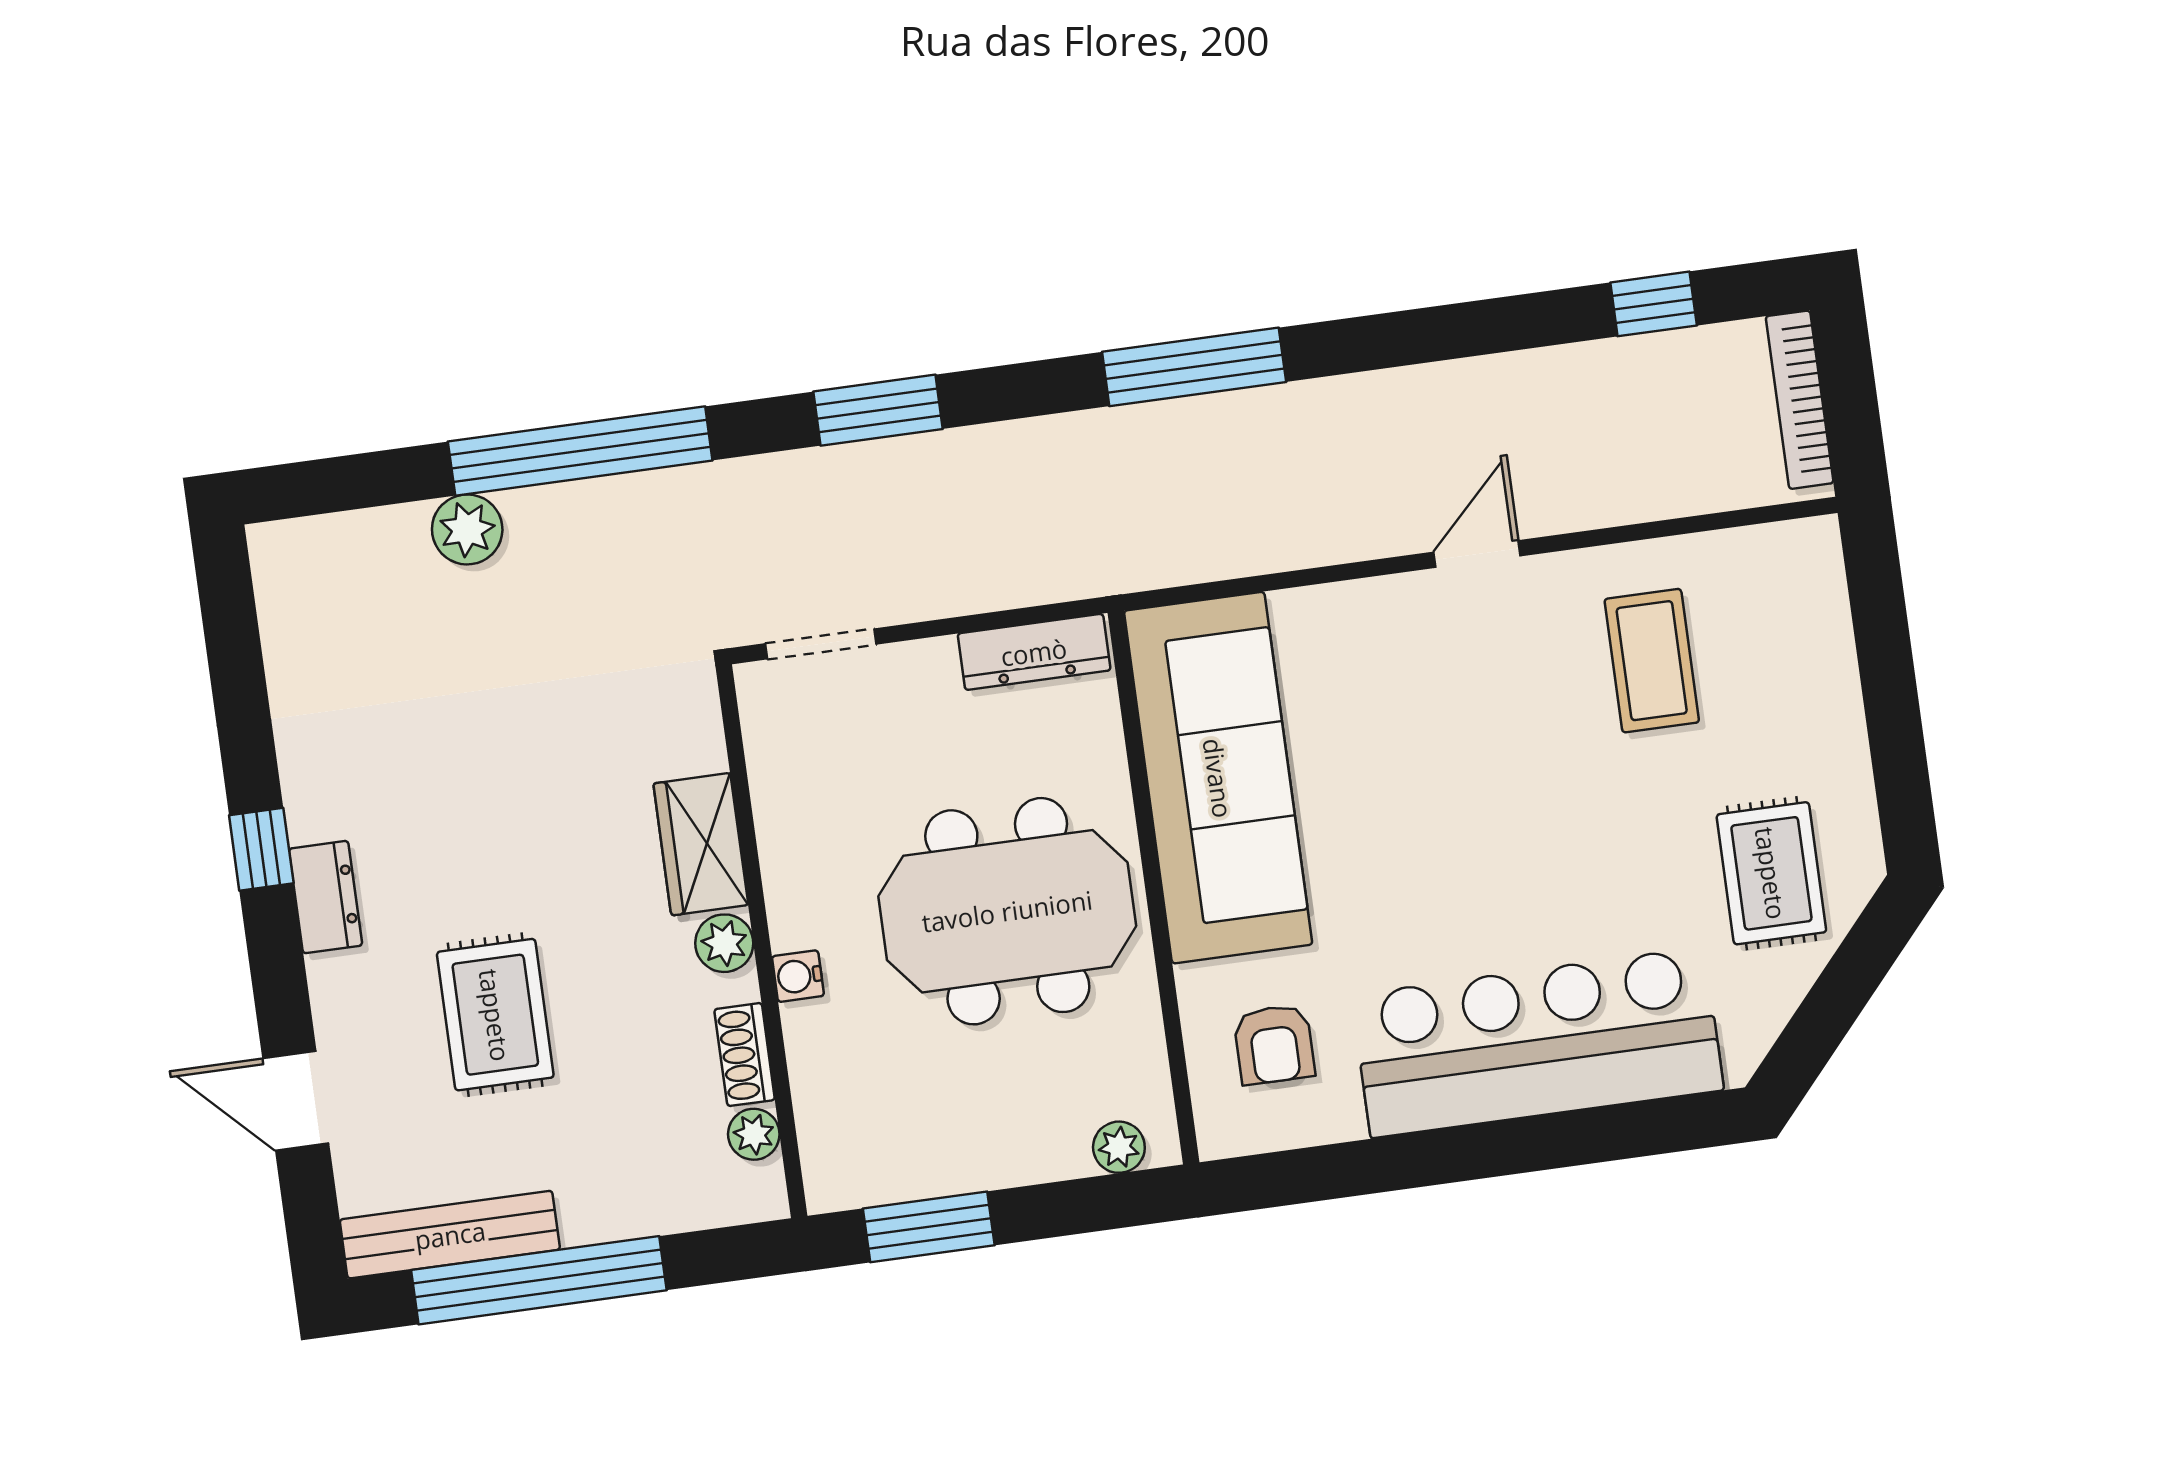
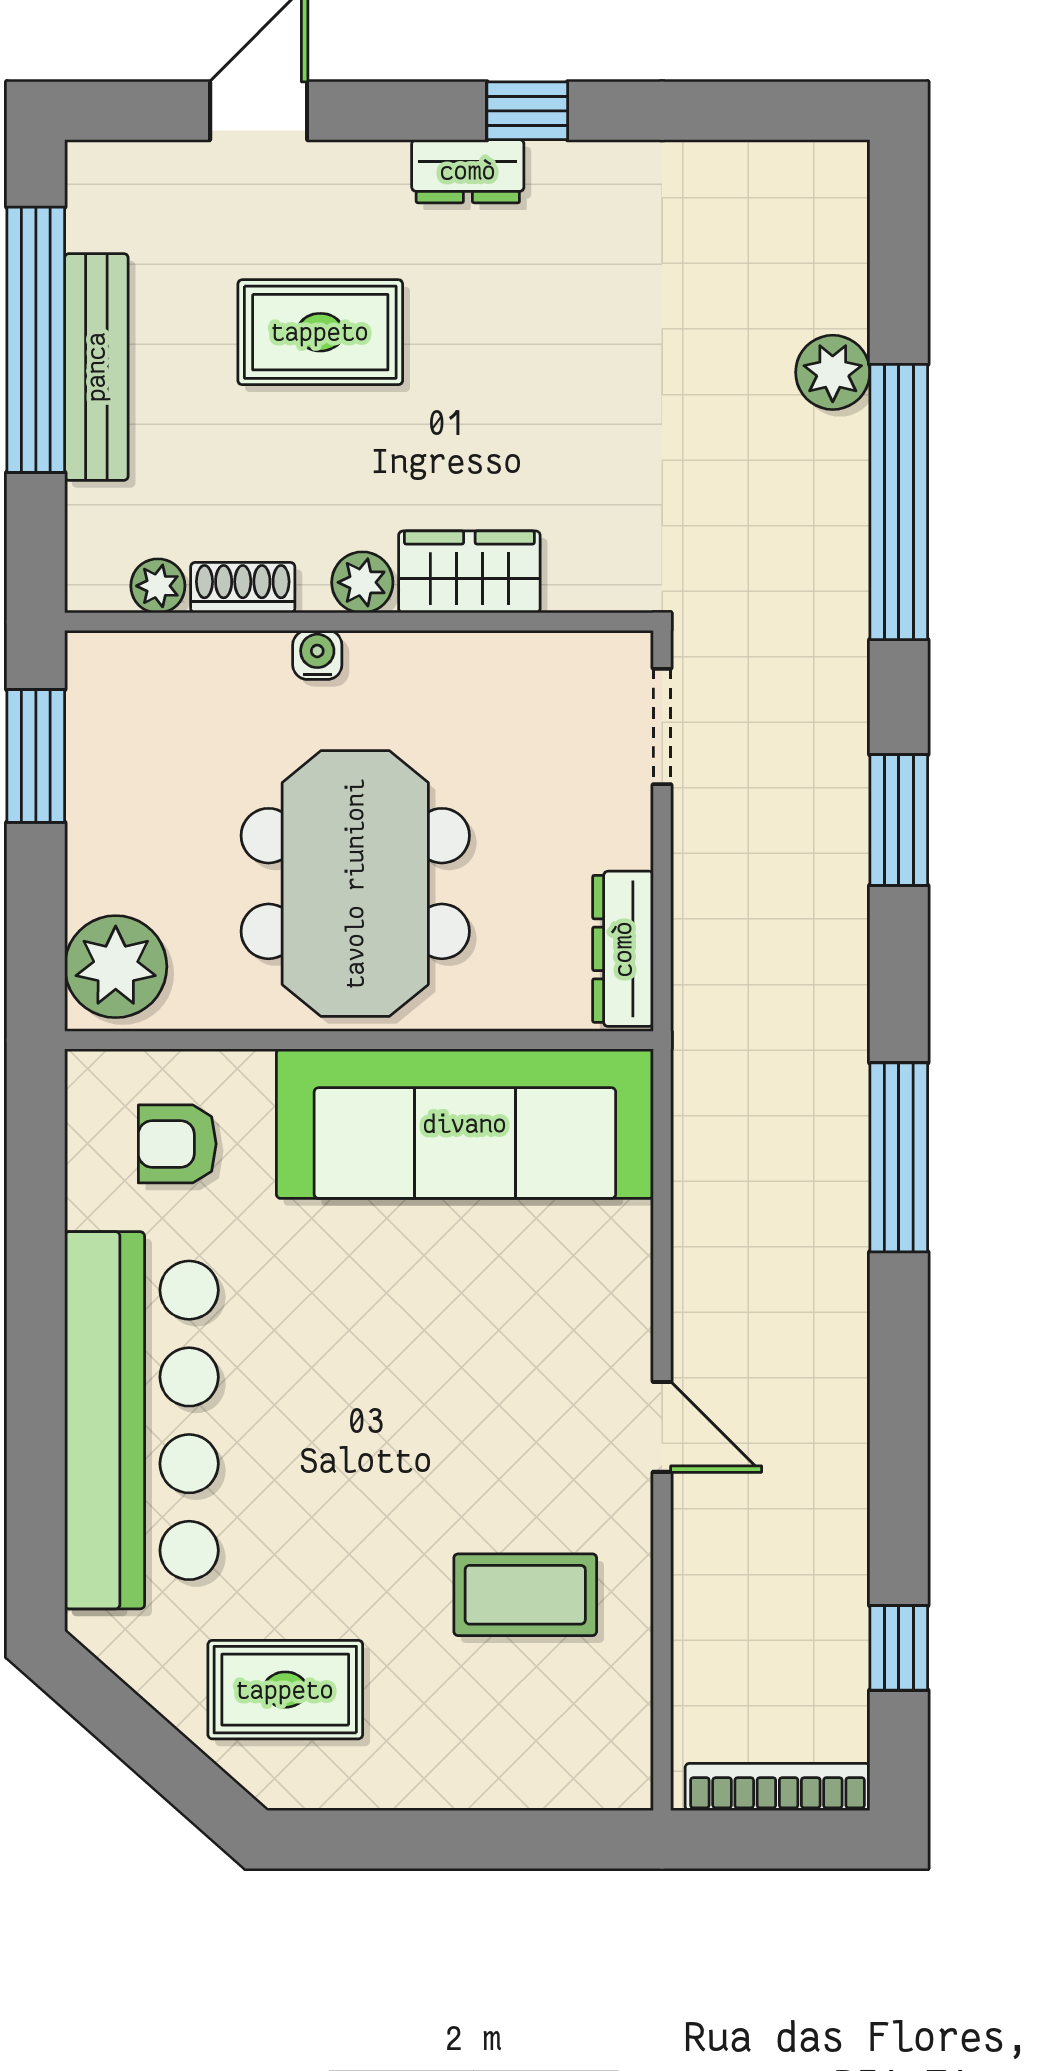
plant: (1119, 1147) -> (116, 967), width x1.87, depth x1.87
bench: (450, 1235) -> (96, 367), moved

